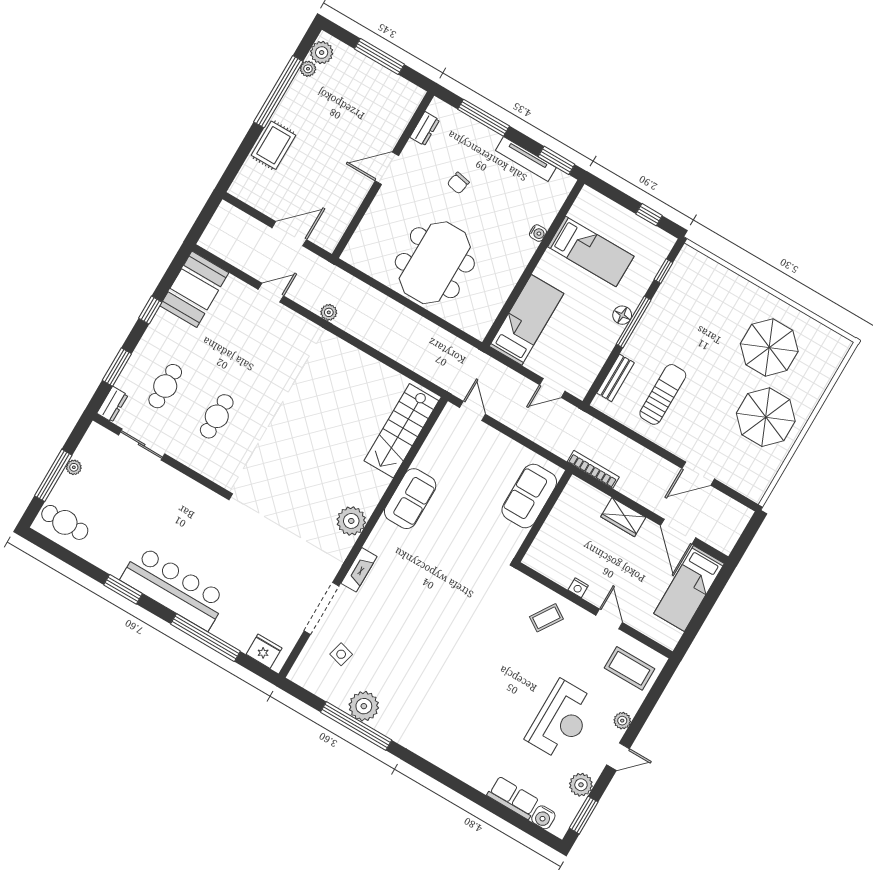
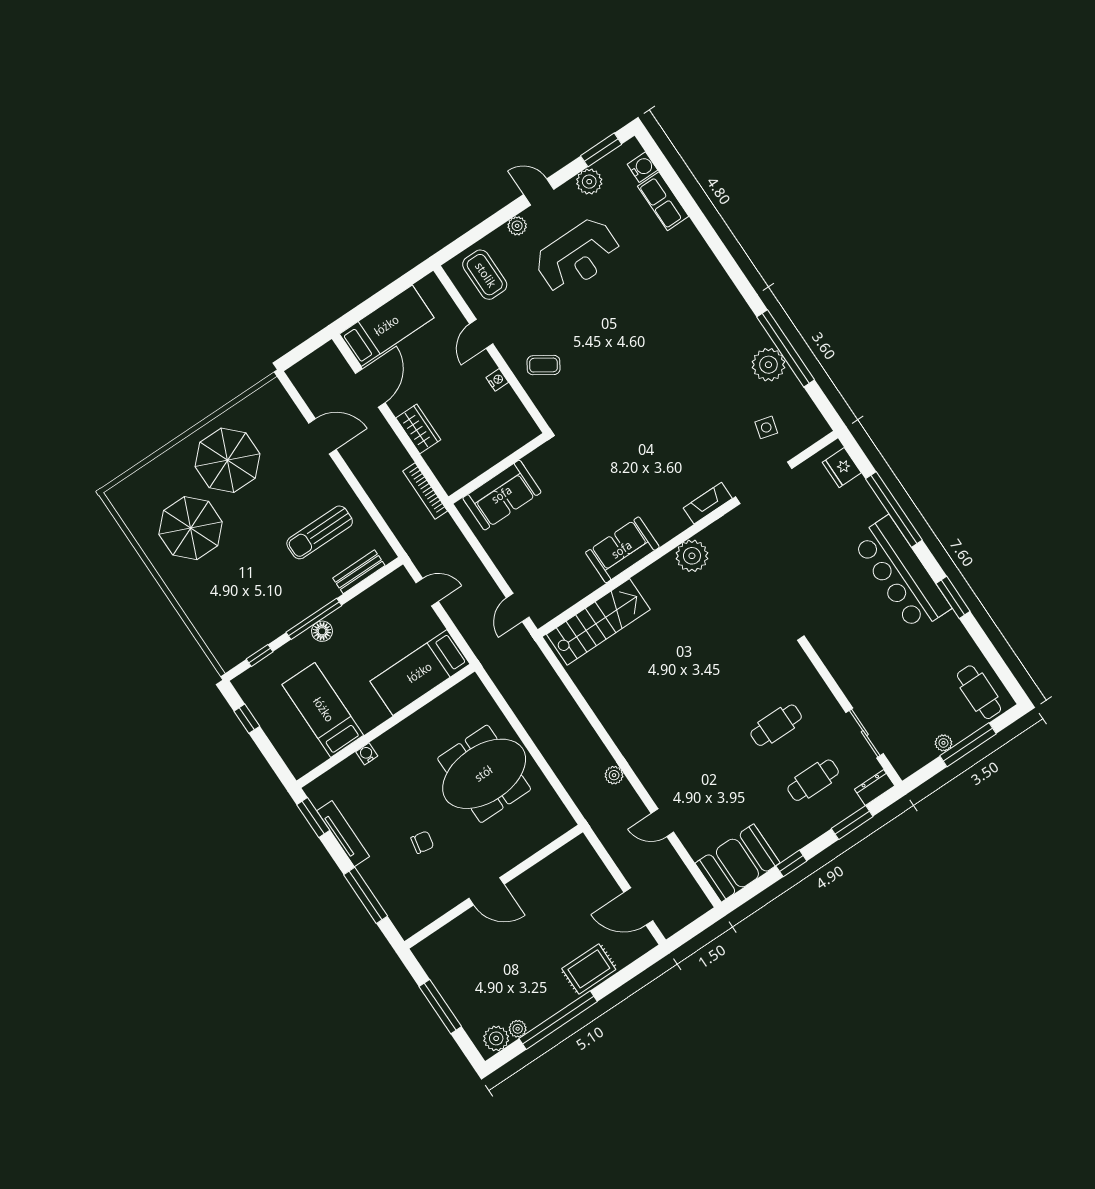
dresser: (425, 129) -> (430, 913), removed
door: (289, 234) -> (638, 907), moved
reception desk: (561, 720) -> (578, 256), turned 180

